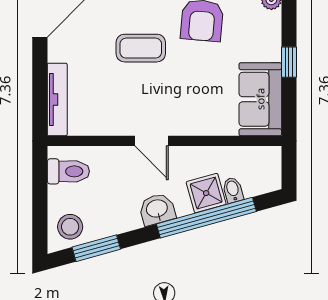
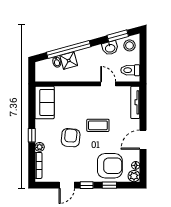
window: (289, 62) -> (32, 135), moved
door: (152, 141) -> (108, 84), moved
washbasin: (157, 209) -> (110, 48), moved

